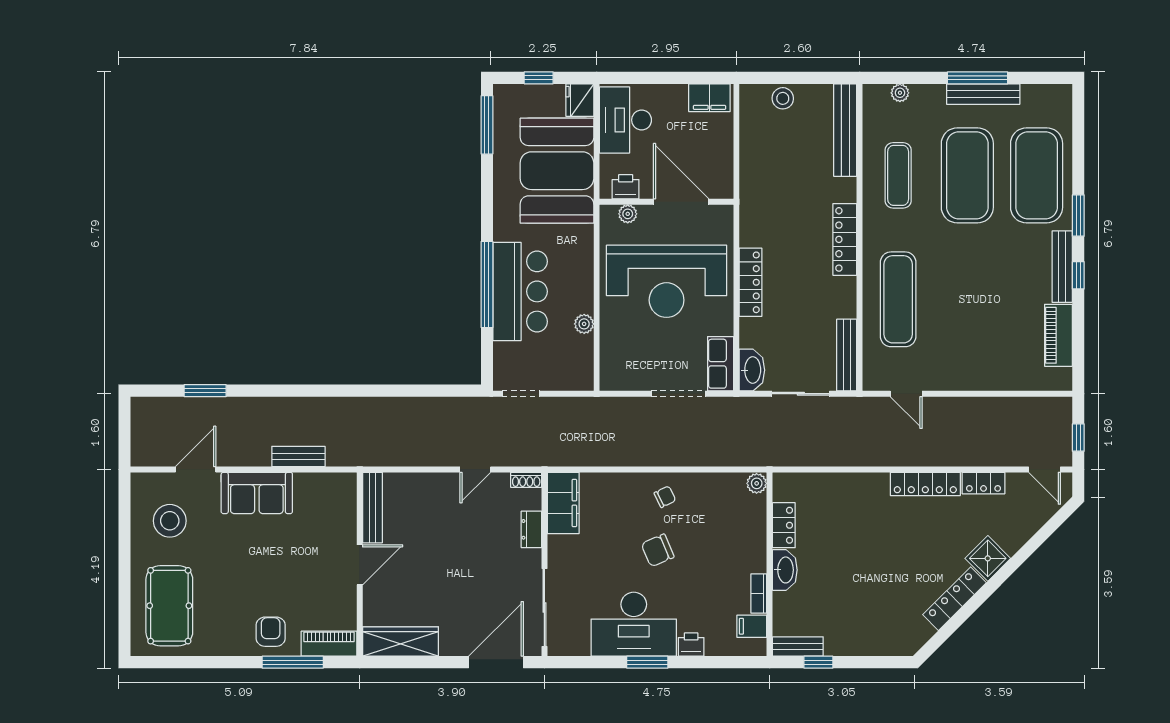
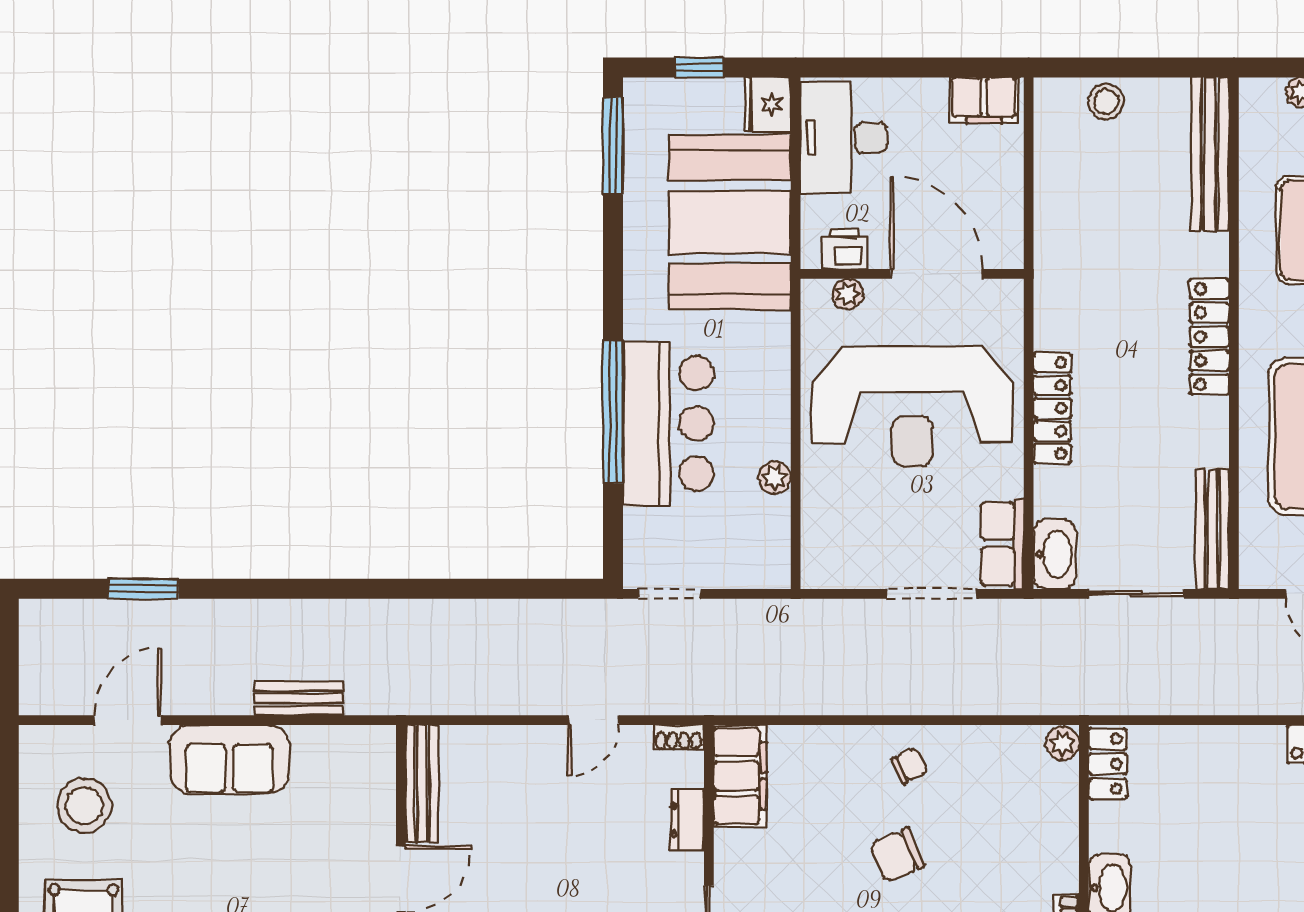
locker: (784, 525) -> (1108, 764), moved

